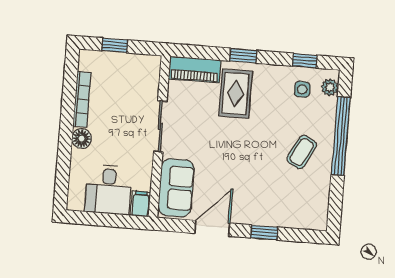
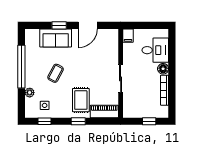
plant: (330, 87) -> (30, 93), moved
window: (341, 136) -> (21, 67), moved
coffee table: (302, 152) -> (56, 73), moved
sofa: (176, 188) -> (56, 38), moved, turned -90
desk: (108, 190) -> (155, 50), moved, turned 90

